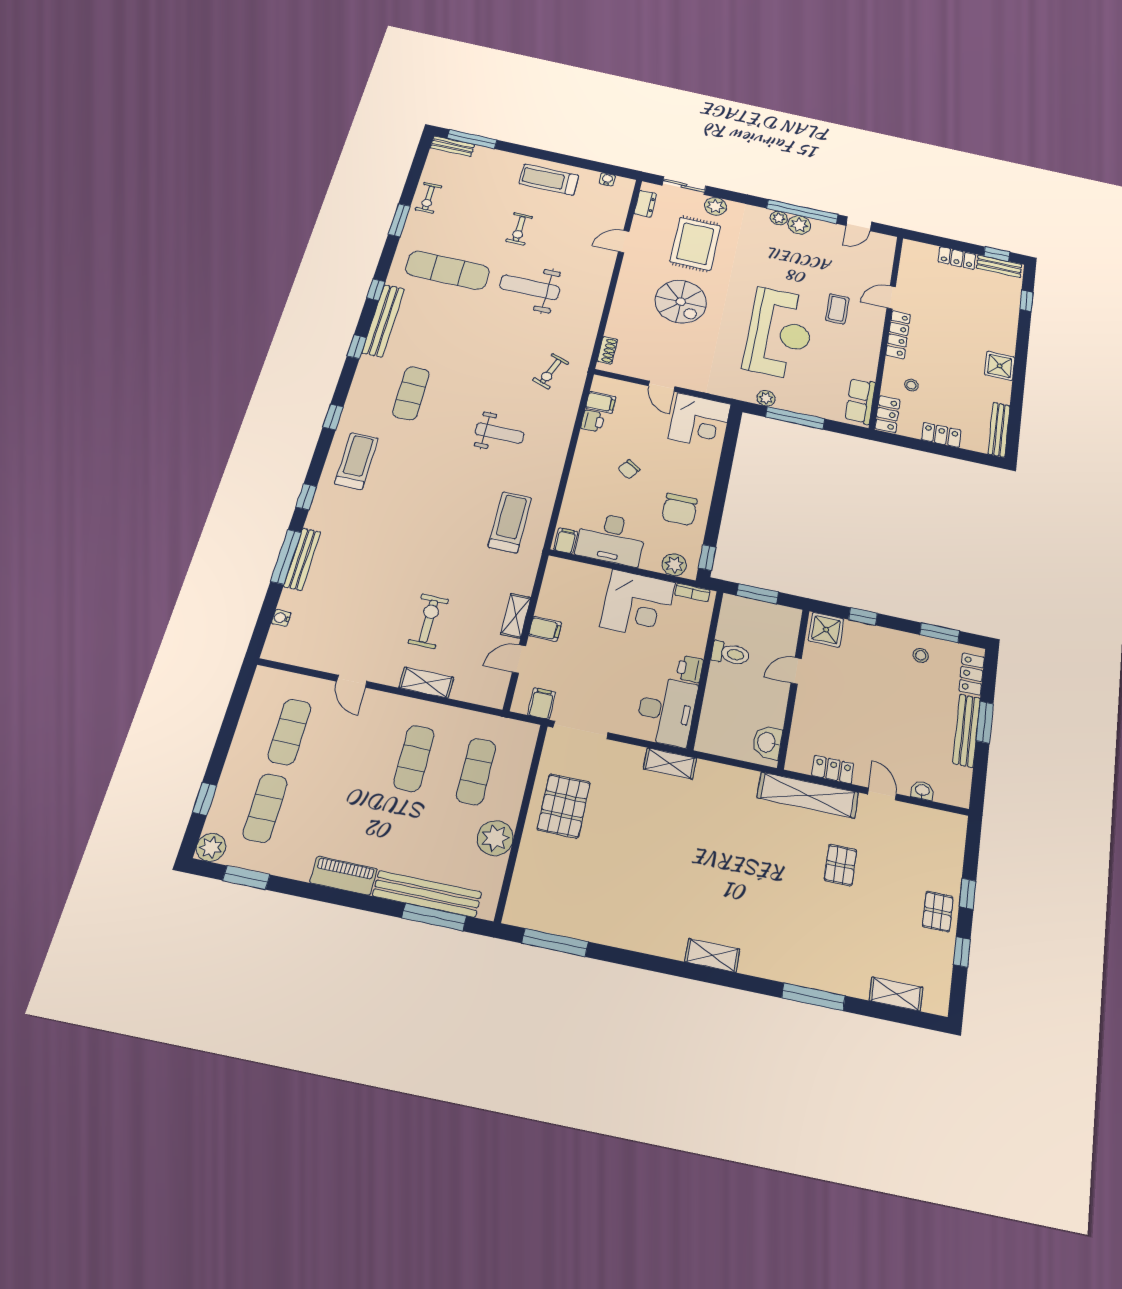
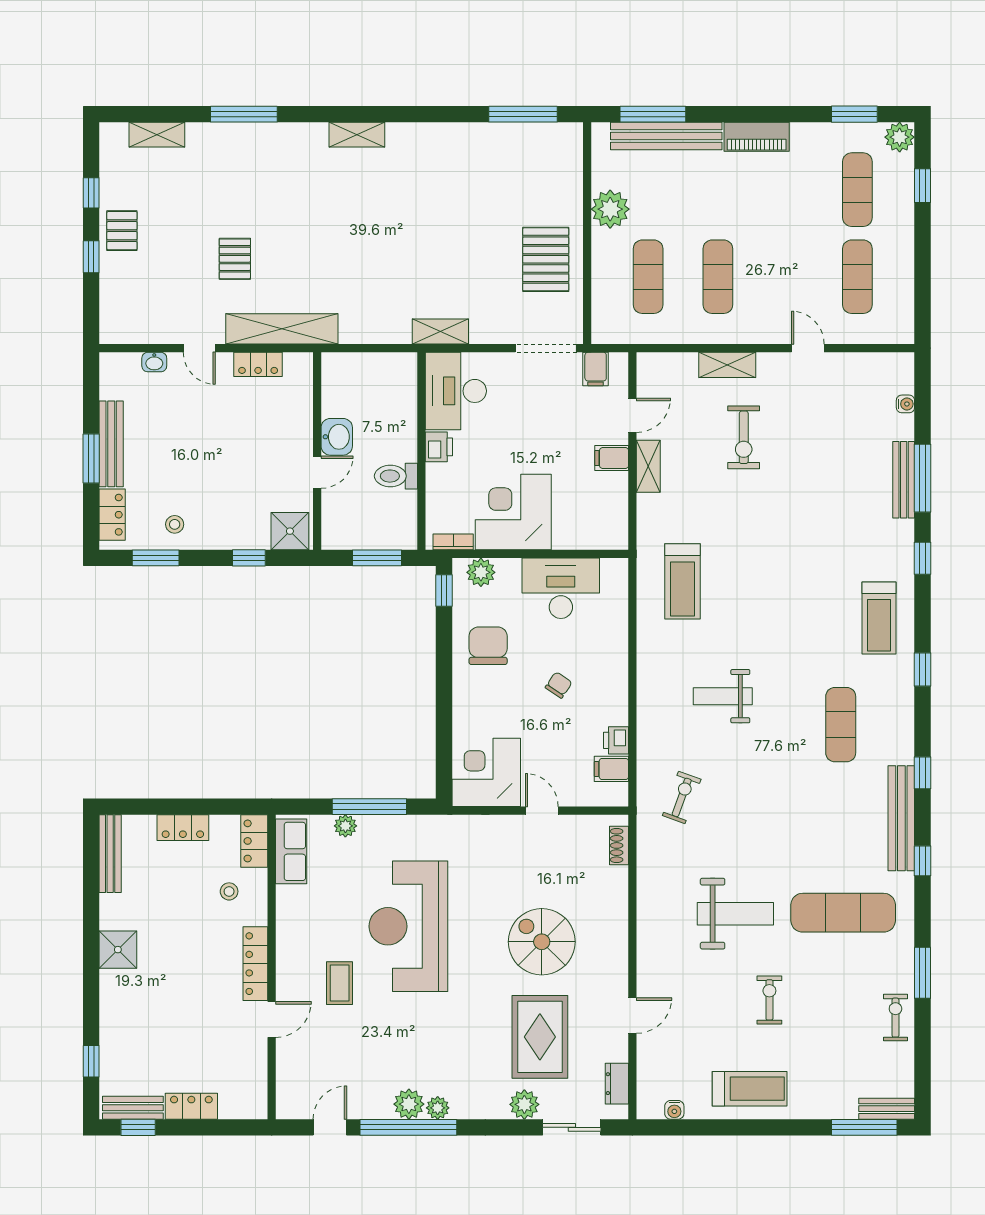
plant: (766, 398) -> (345, 826), moved
filing cabinet: (566, 541) -> (613, 573), removed
washbasin: (767, 742) -> (337, 437), moved

